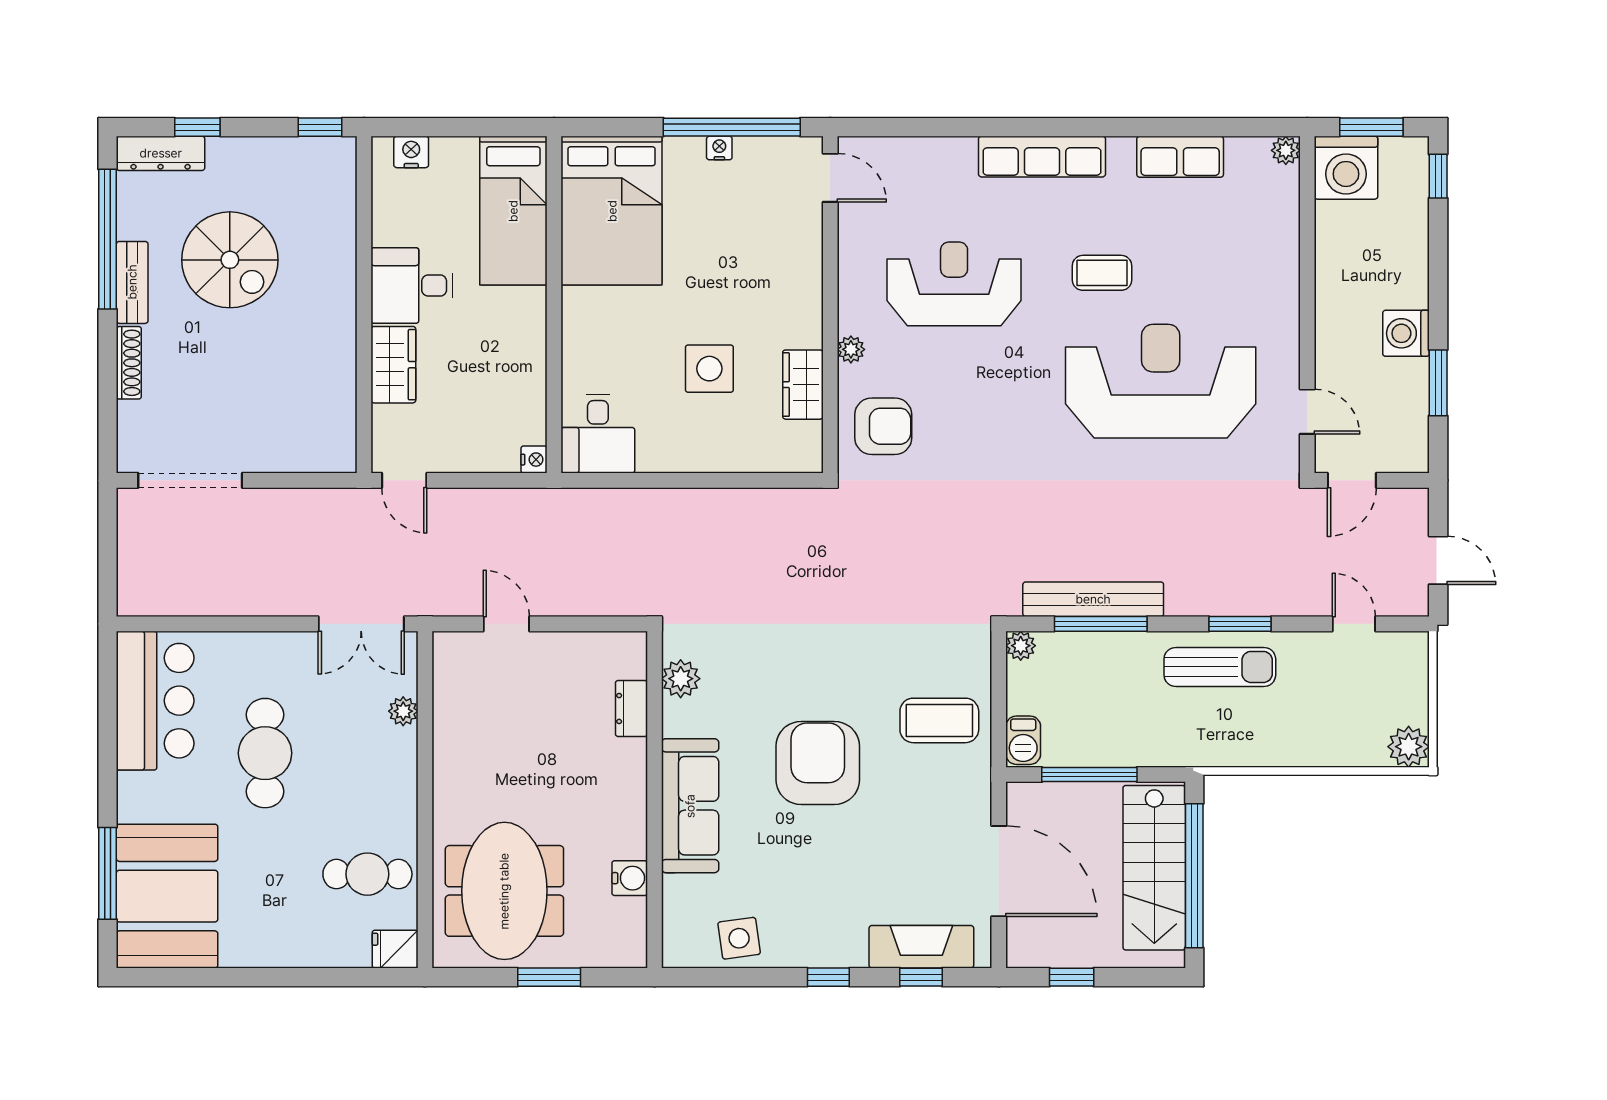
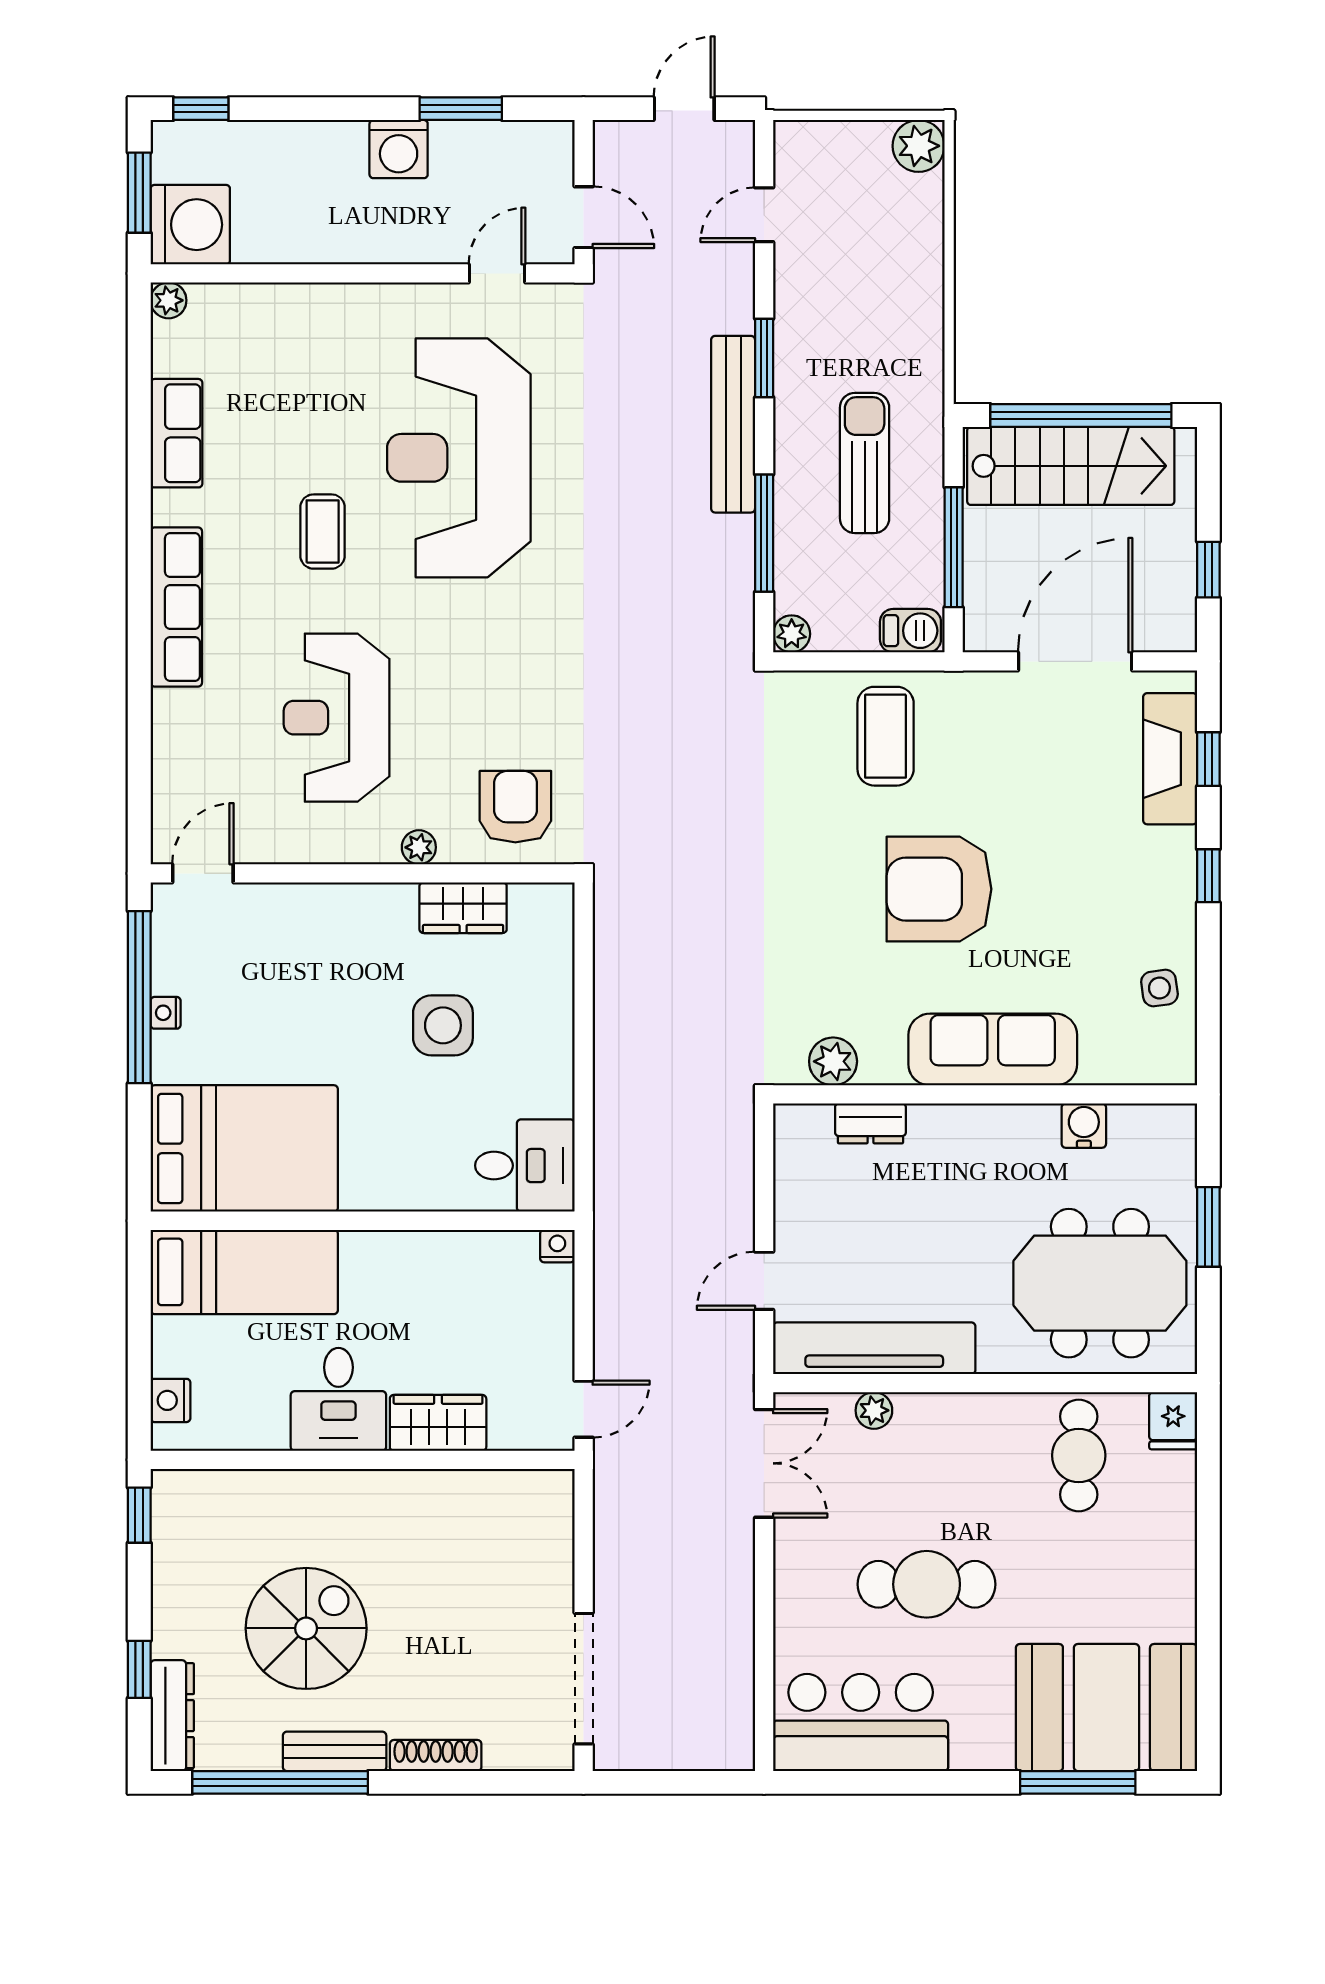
bench: (1093, 599) -> (733, 424), moved
sun lounger: (1220, 667) -> (865, 463), moved
tv unit: (453, 711) -> (874, 1348), added
side table: (739, 938) -> (1159, 988), width x0.73, depth x0.73

